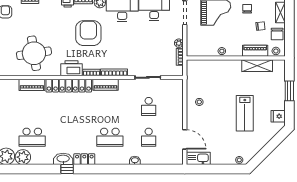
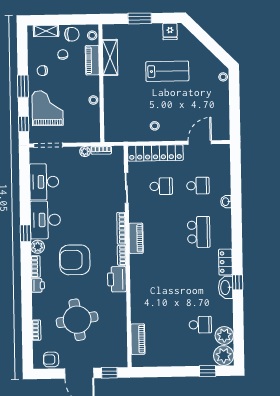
round table: (34, 53) -> (77, 320), moved
piano: (32, 85) -> (138, 339), moved
locker: (69, 86) -> (155, 153), moved, turned 90
school desk: (32, 137) -> (200, 325), width x0.54
kitchen sink: (198, 158) -> (222, 126), removed

